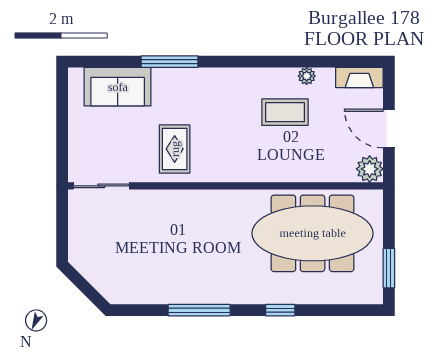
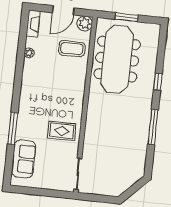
coffee table: (285, 112) -> (72, 49), moved, turned 90
window: (389, 268) -> (127, 17), moved

